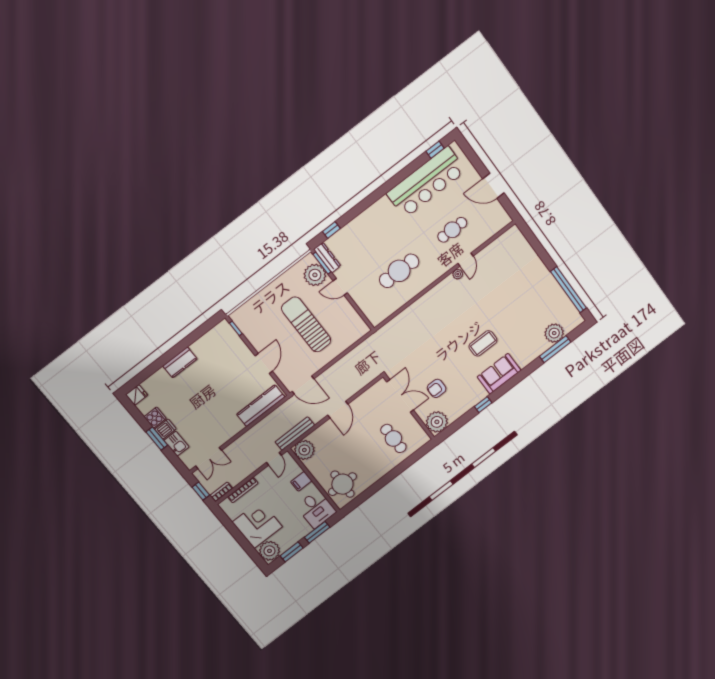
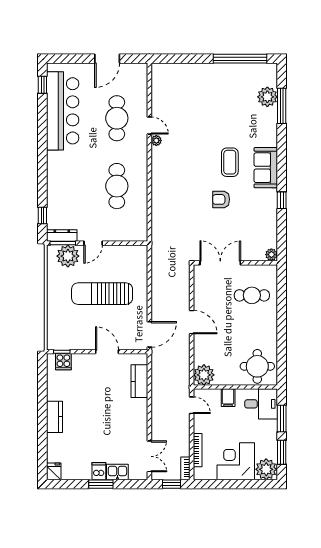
cafe table: (452, 230) -> (117, 118), width x1.37, depth x1.35
armchair: (437, 388) -> (221, 199), moved, turned 90
kitchen counter: (261, 406) -> (139, 381), width x0.67
cooker: (155, 418) -> (63, 362), moved, turned 180
plant: (437, 422) -> (271, 255), width x0.53, depth x0.53
bench: (295, 434) -> (184, 372), removed

